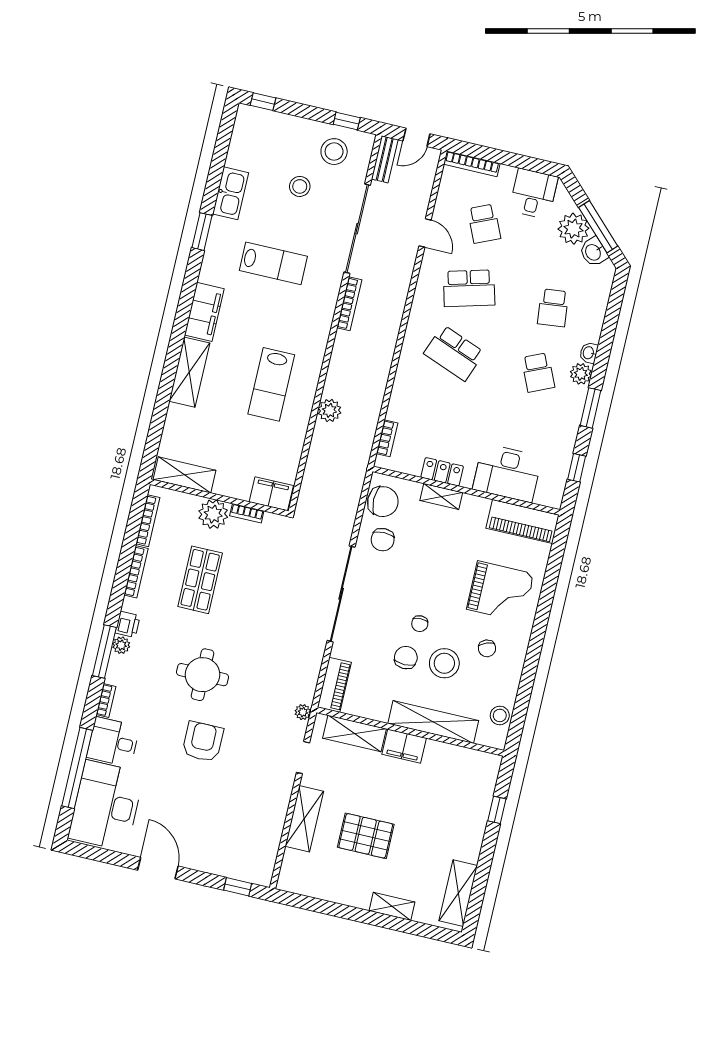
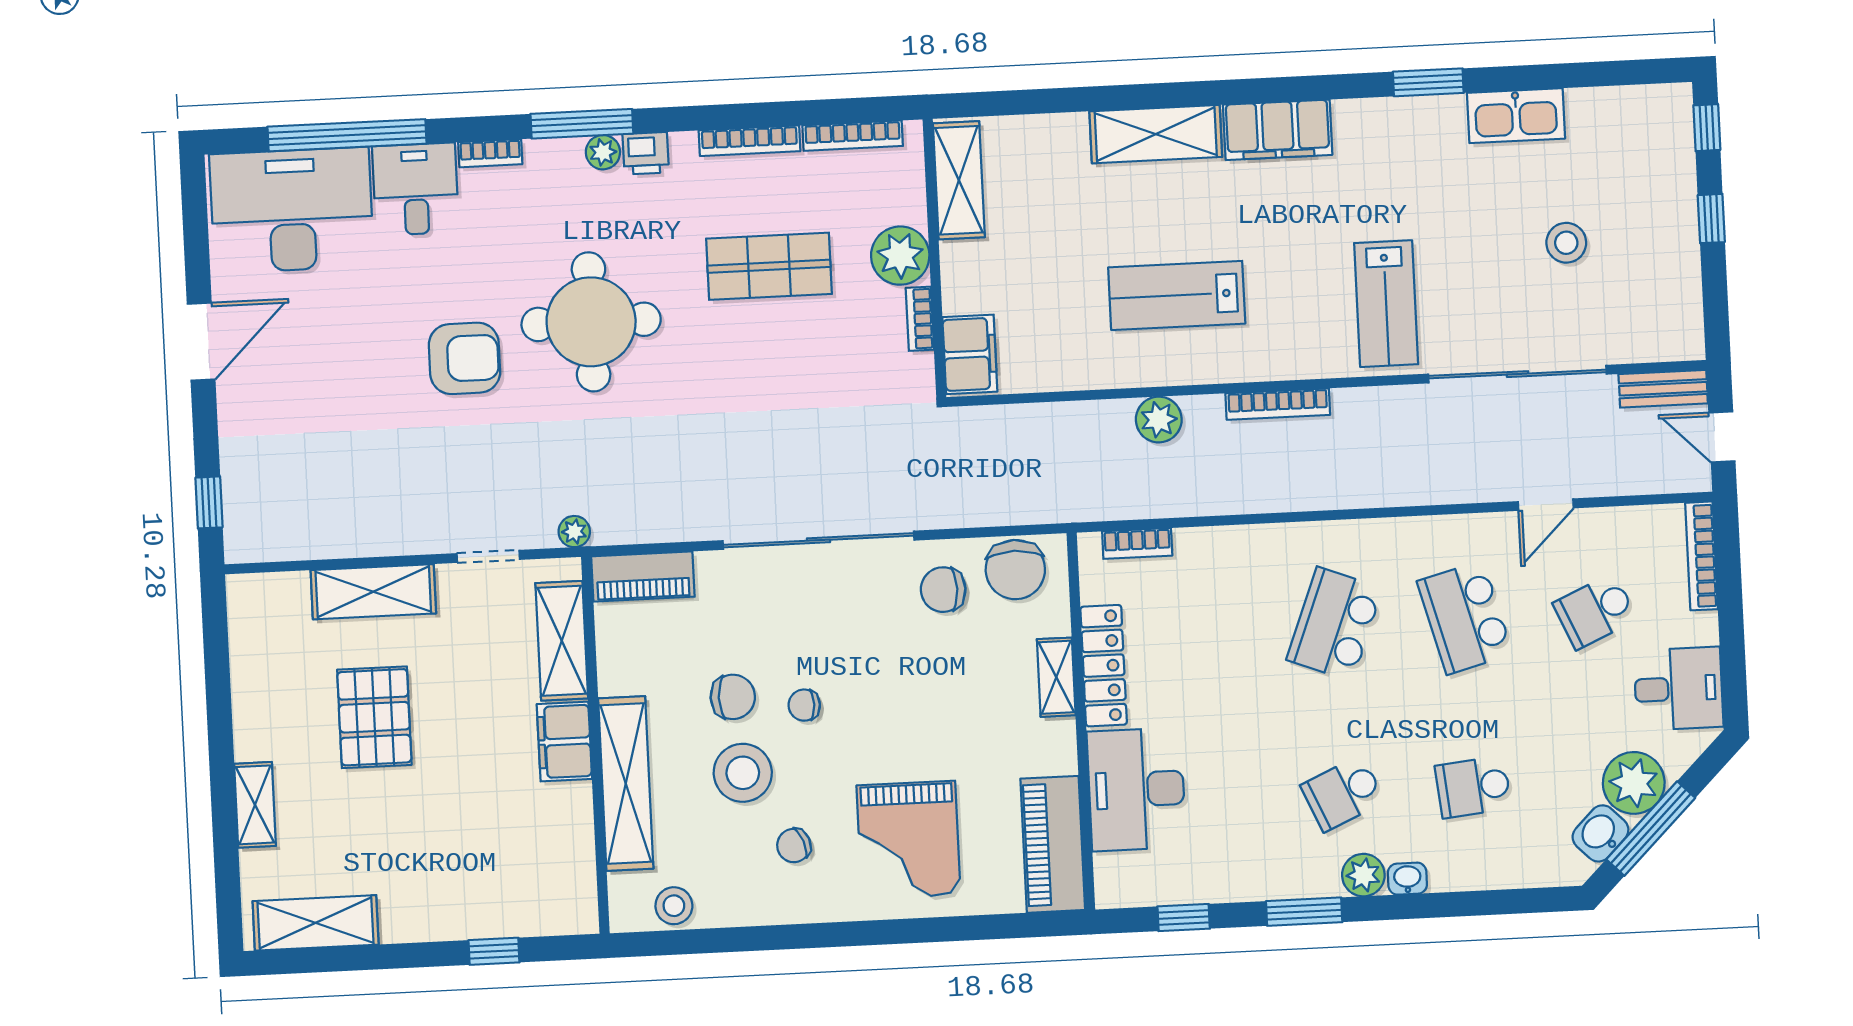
window: (347, 121) -> (1711, 219), moved
stool: (334, 152) -> (1651, 289), removed
lab bench: (273, 263) -> (1386, 304), moved
bookcase: (349, 304) -> (1278, 404), moved
locker: (442, 472) -> (1104, 666), width x1.53
round table: (203, 675) -> (591, 322), width x1.36, depth x1.36

